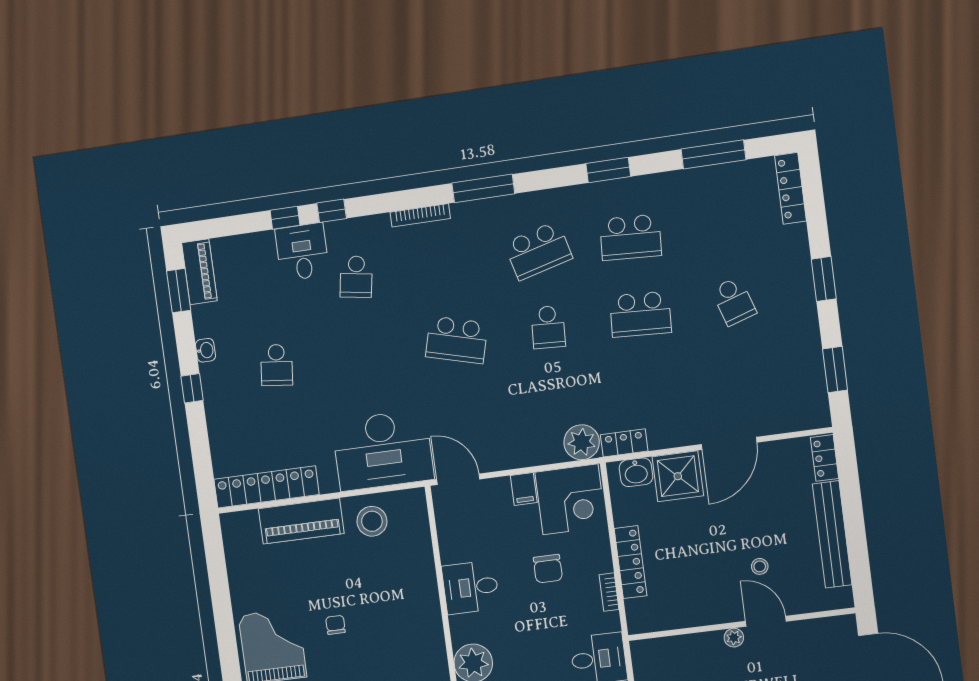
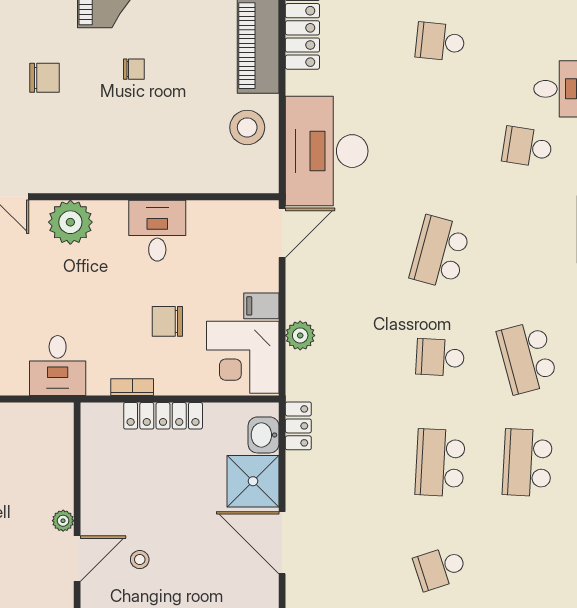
plant: (582, 442) -> (300, 335), moved, width x0.73, depth x0.73

